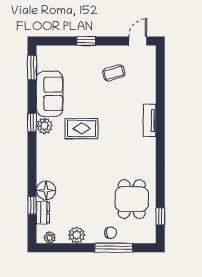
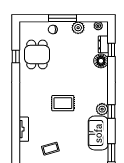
tv unit: (150, 120) -> (24, 129), moved
rug: (82, 128) -> (63, 103), moved
window: (160, 216) -> (16, 57), moved
window: (114, 248) -> (63, 18), moved

